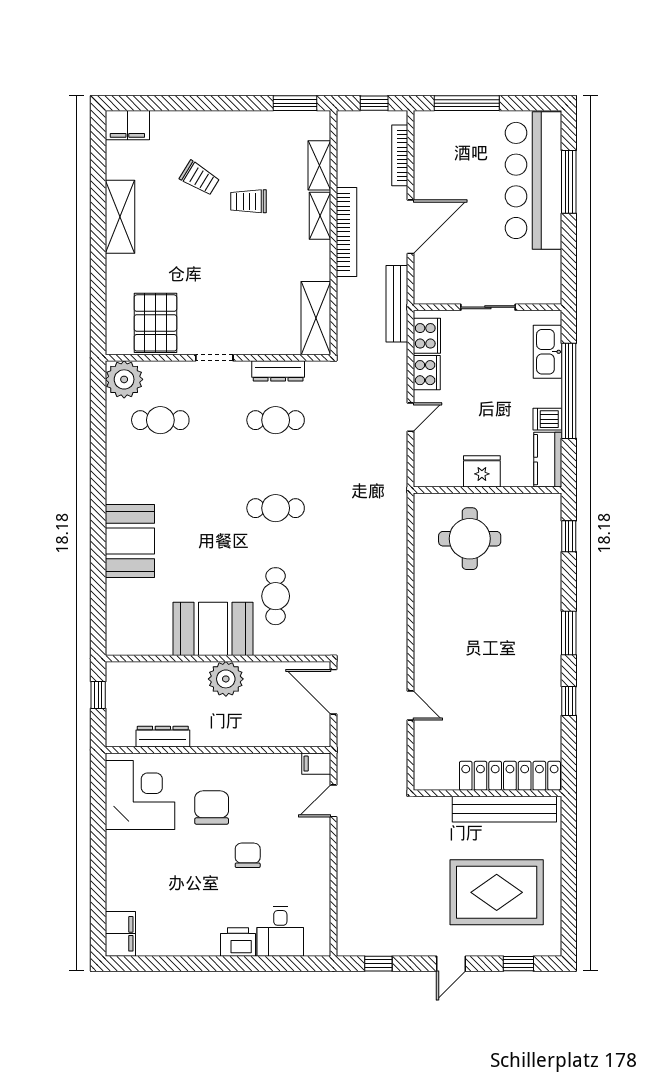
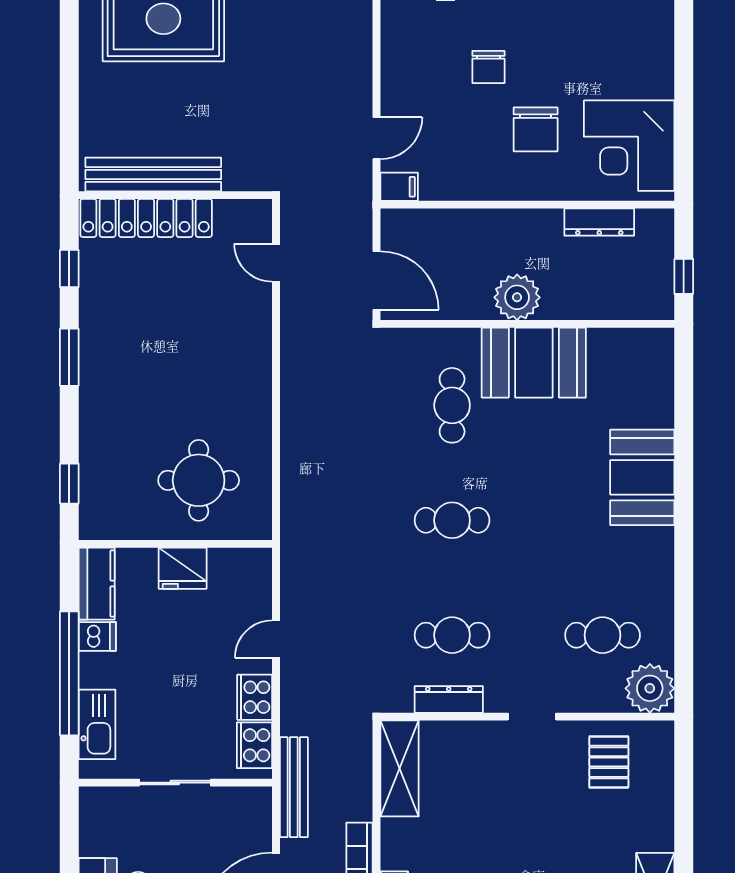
pallet: (155, 323) -> (609, 762), width x0.67, depth x0.71
locker: (510, 776) -> (146, 218), moved
wall: (487, 793) -> (175, 195), moved
bench: (504, 809) -> (153, 174), moved

